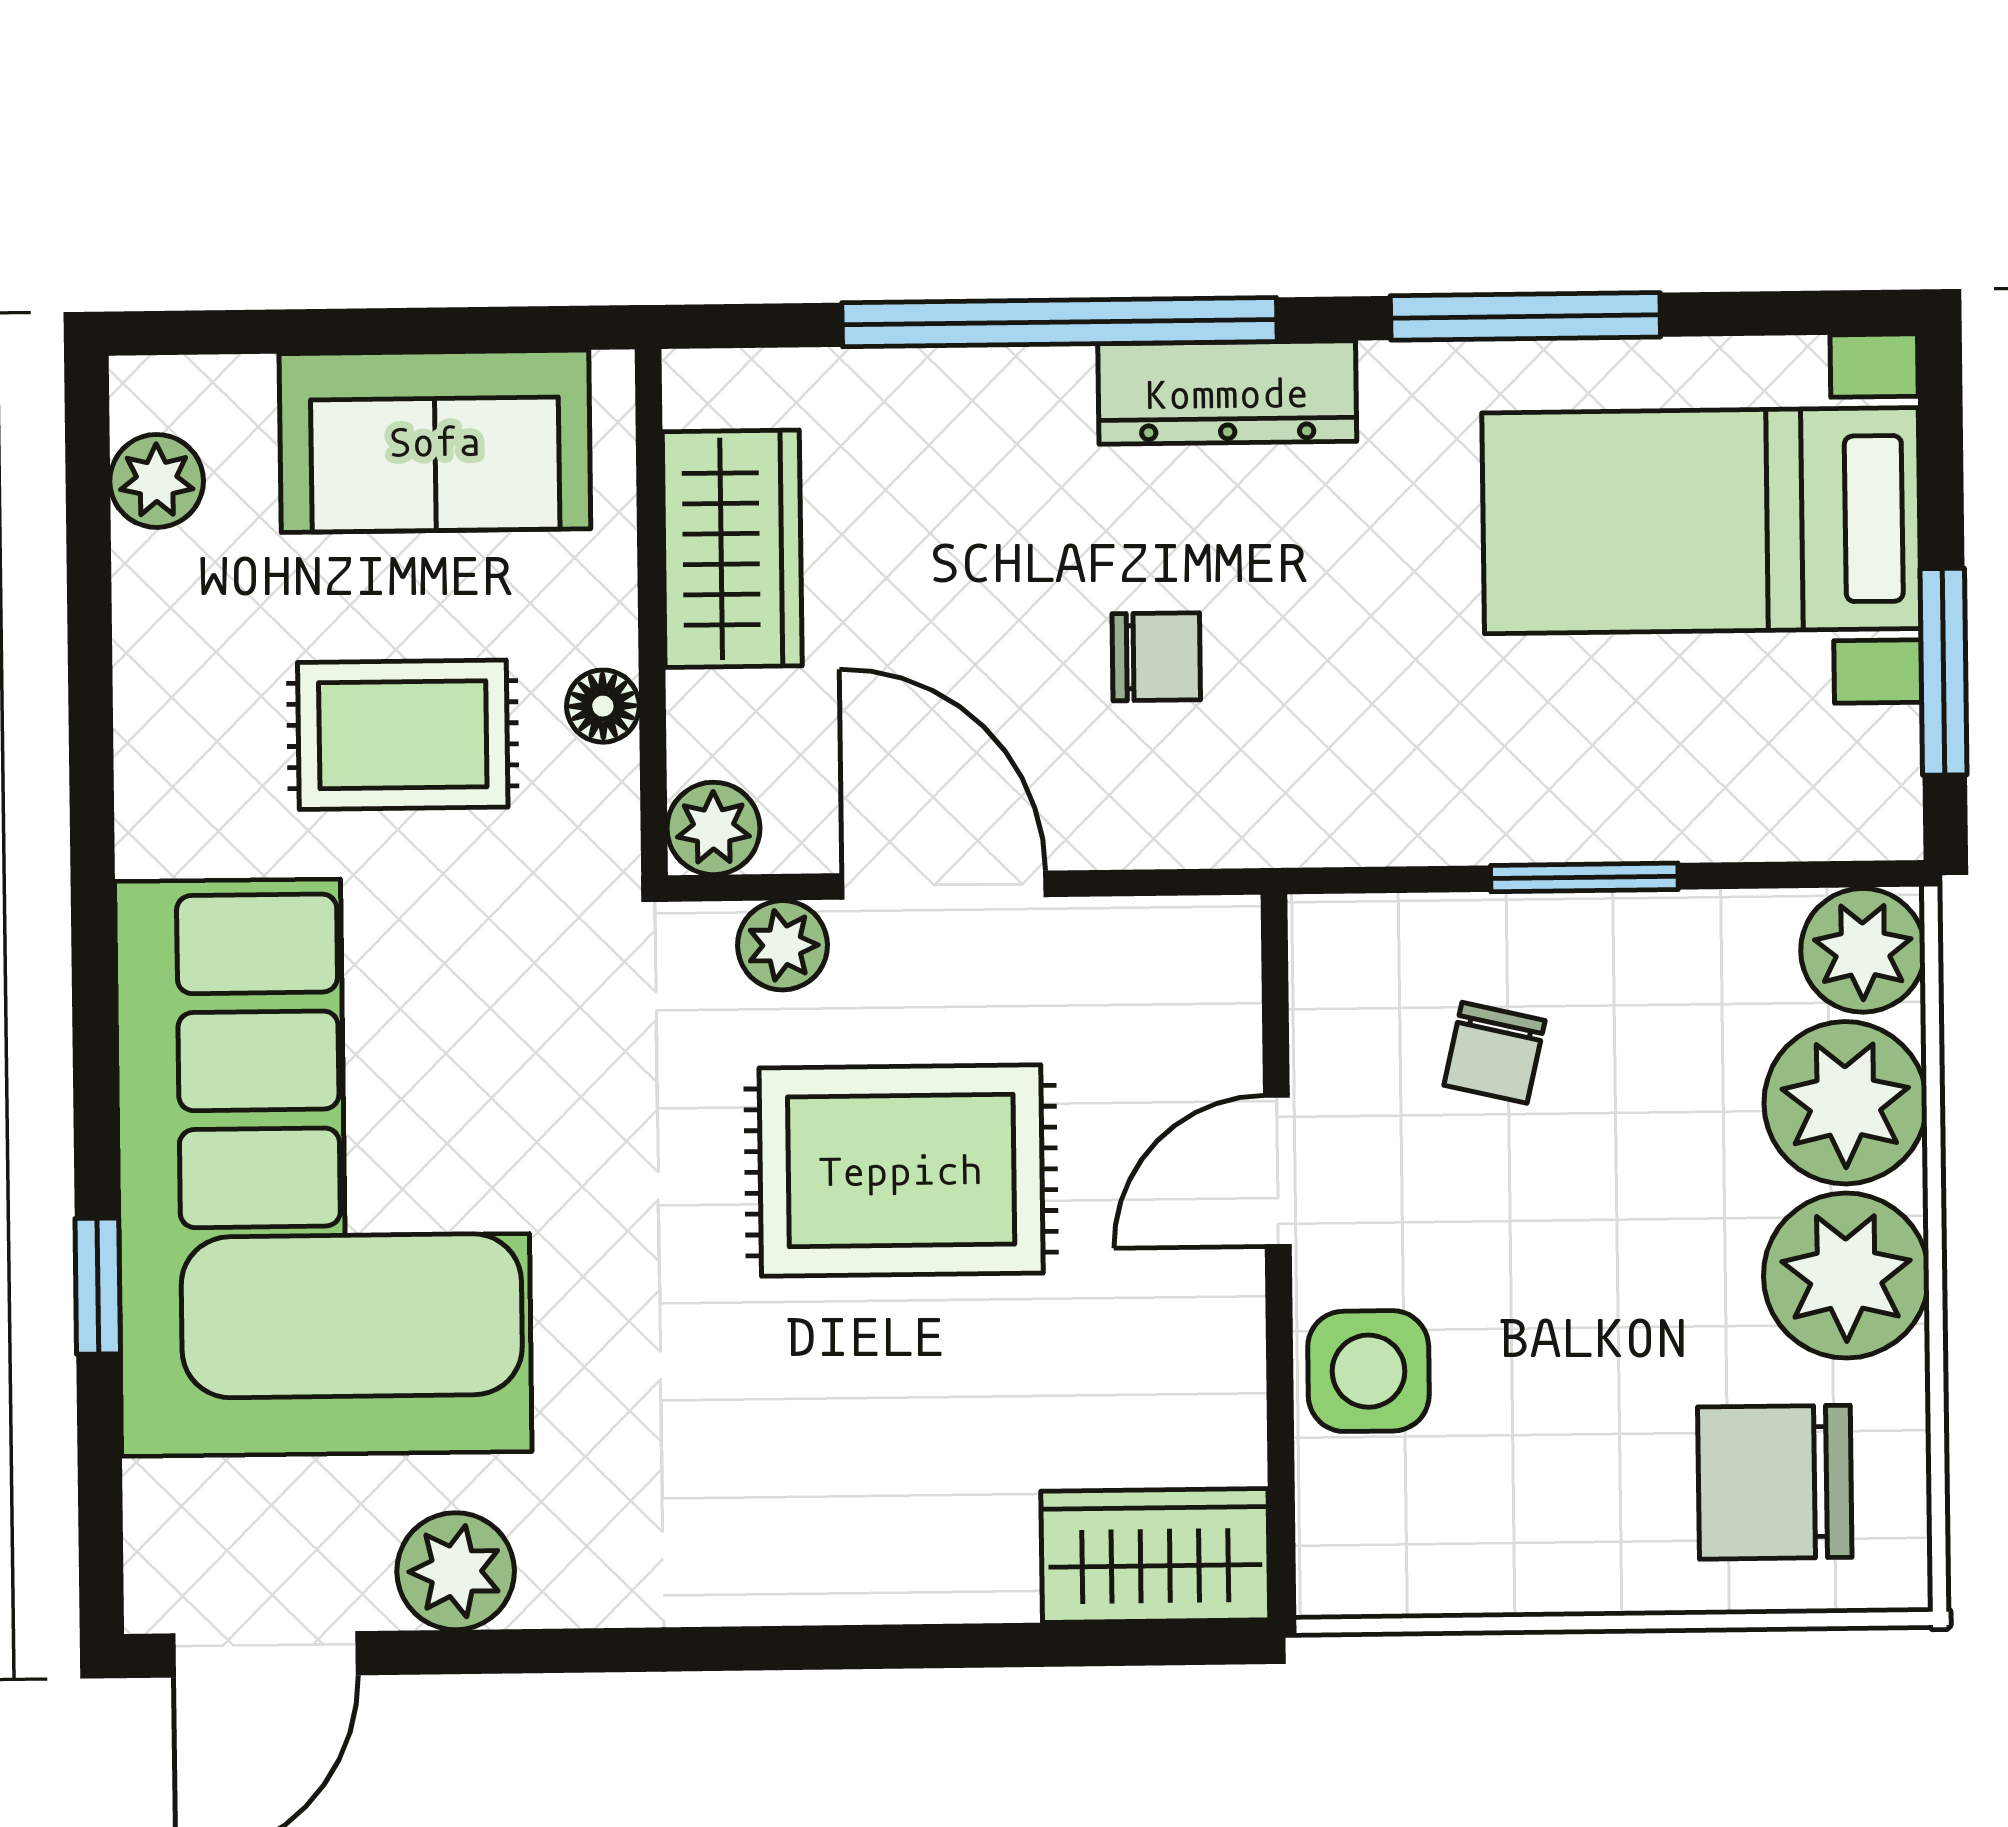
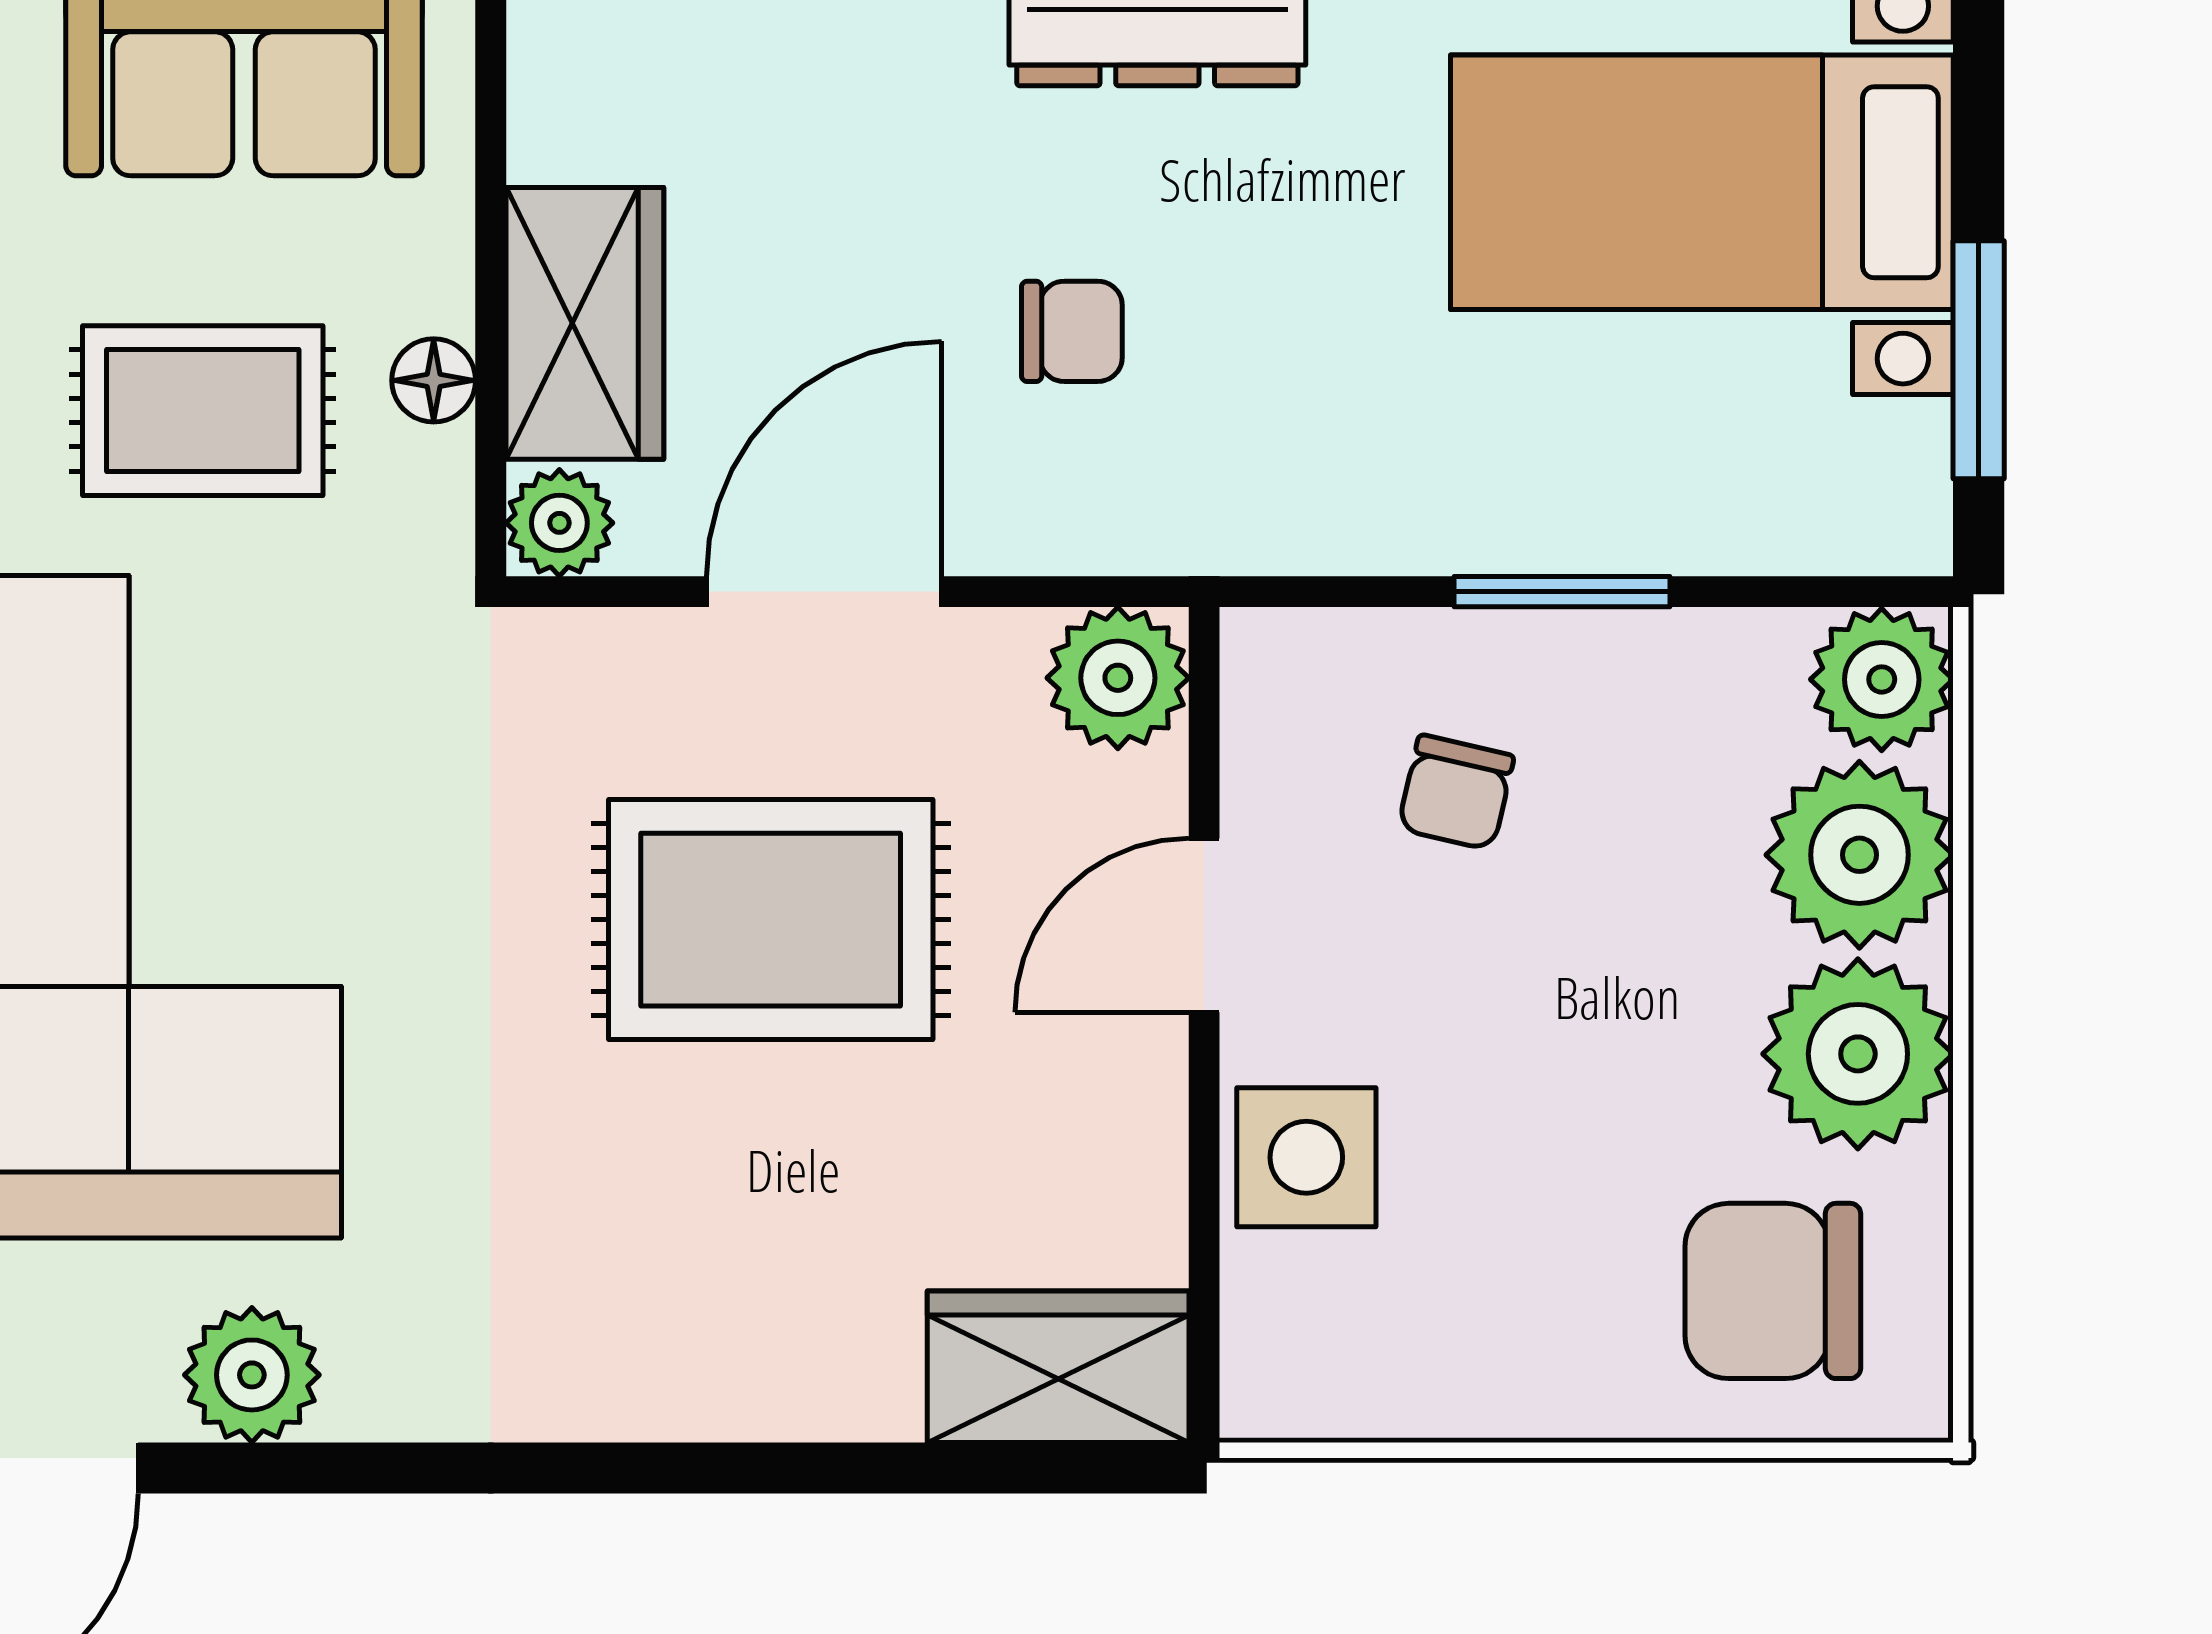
wardrobe: (732, 549) -> (585, 323), moved
door: (944, 885) -> (824, 592), hinge flipped
plant: (782, 945) -> (1118, 678), moved, width x1.38, depth x1.38

